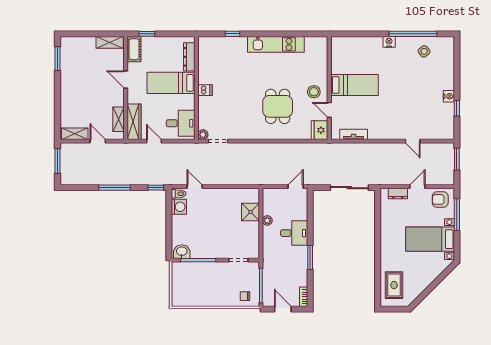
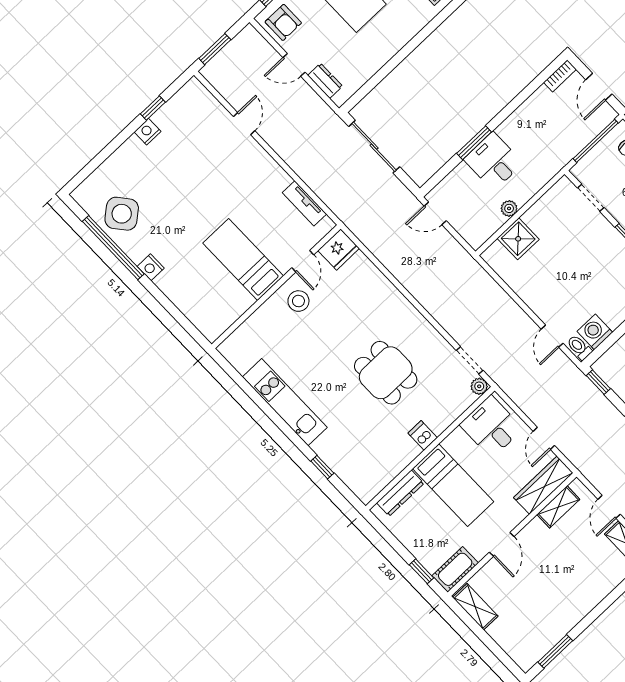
side table: (424, 51) -> (122, 214), width x1.87, depth x1.87
dining table: (278, 106) -> (386, 373), moved, turned 90
window: (310, 258) -> (474, 143), moved

